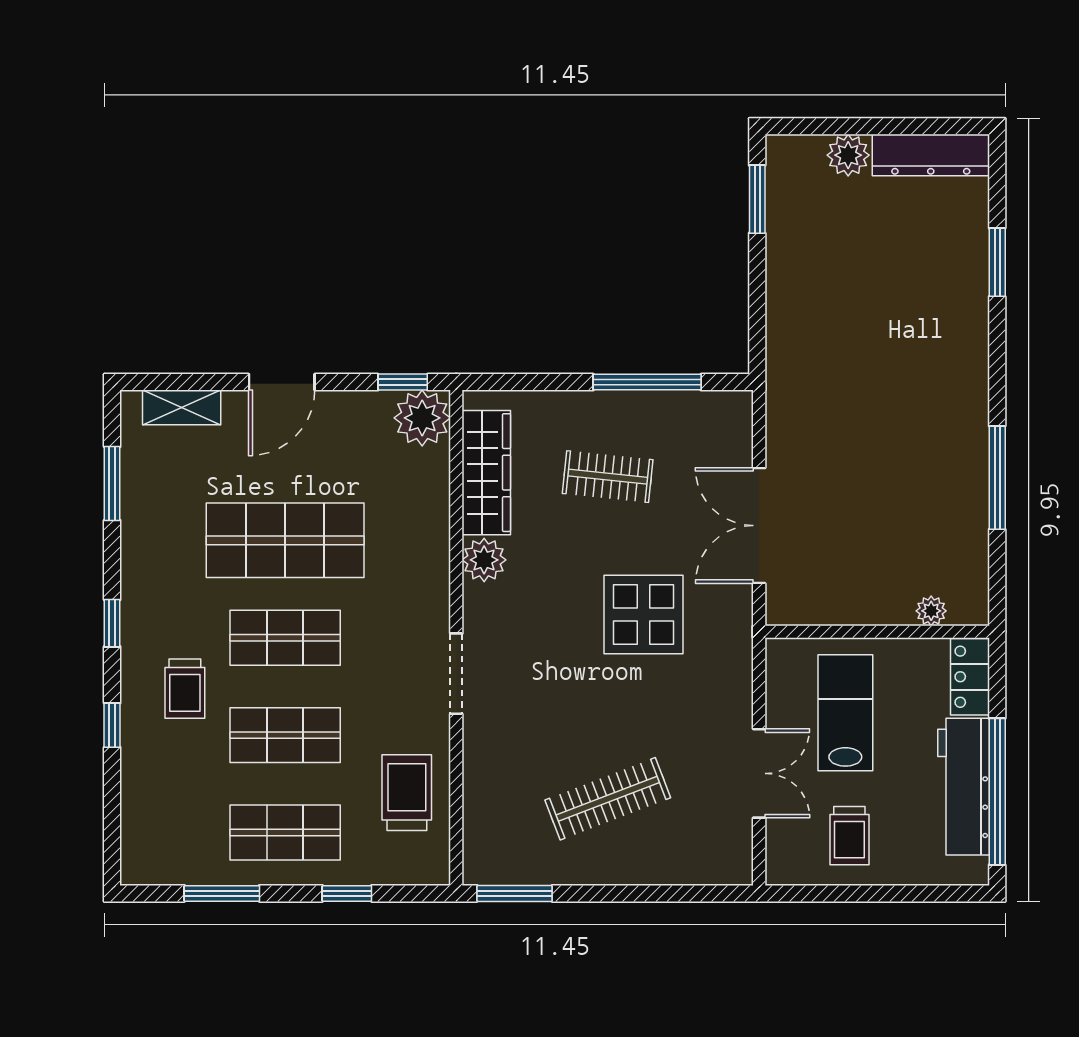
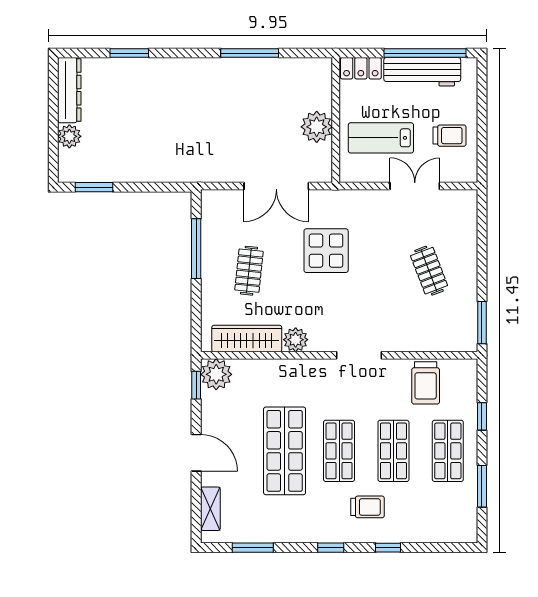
plant: (931, 611) -> (317, 127), moved, width x1.88, depth x1.88
trolley: (407, 793) -> (426, 383), turned -90
clothes rail: (608, 799) -> (429, 271), width x0.73

